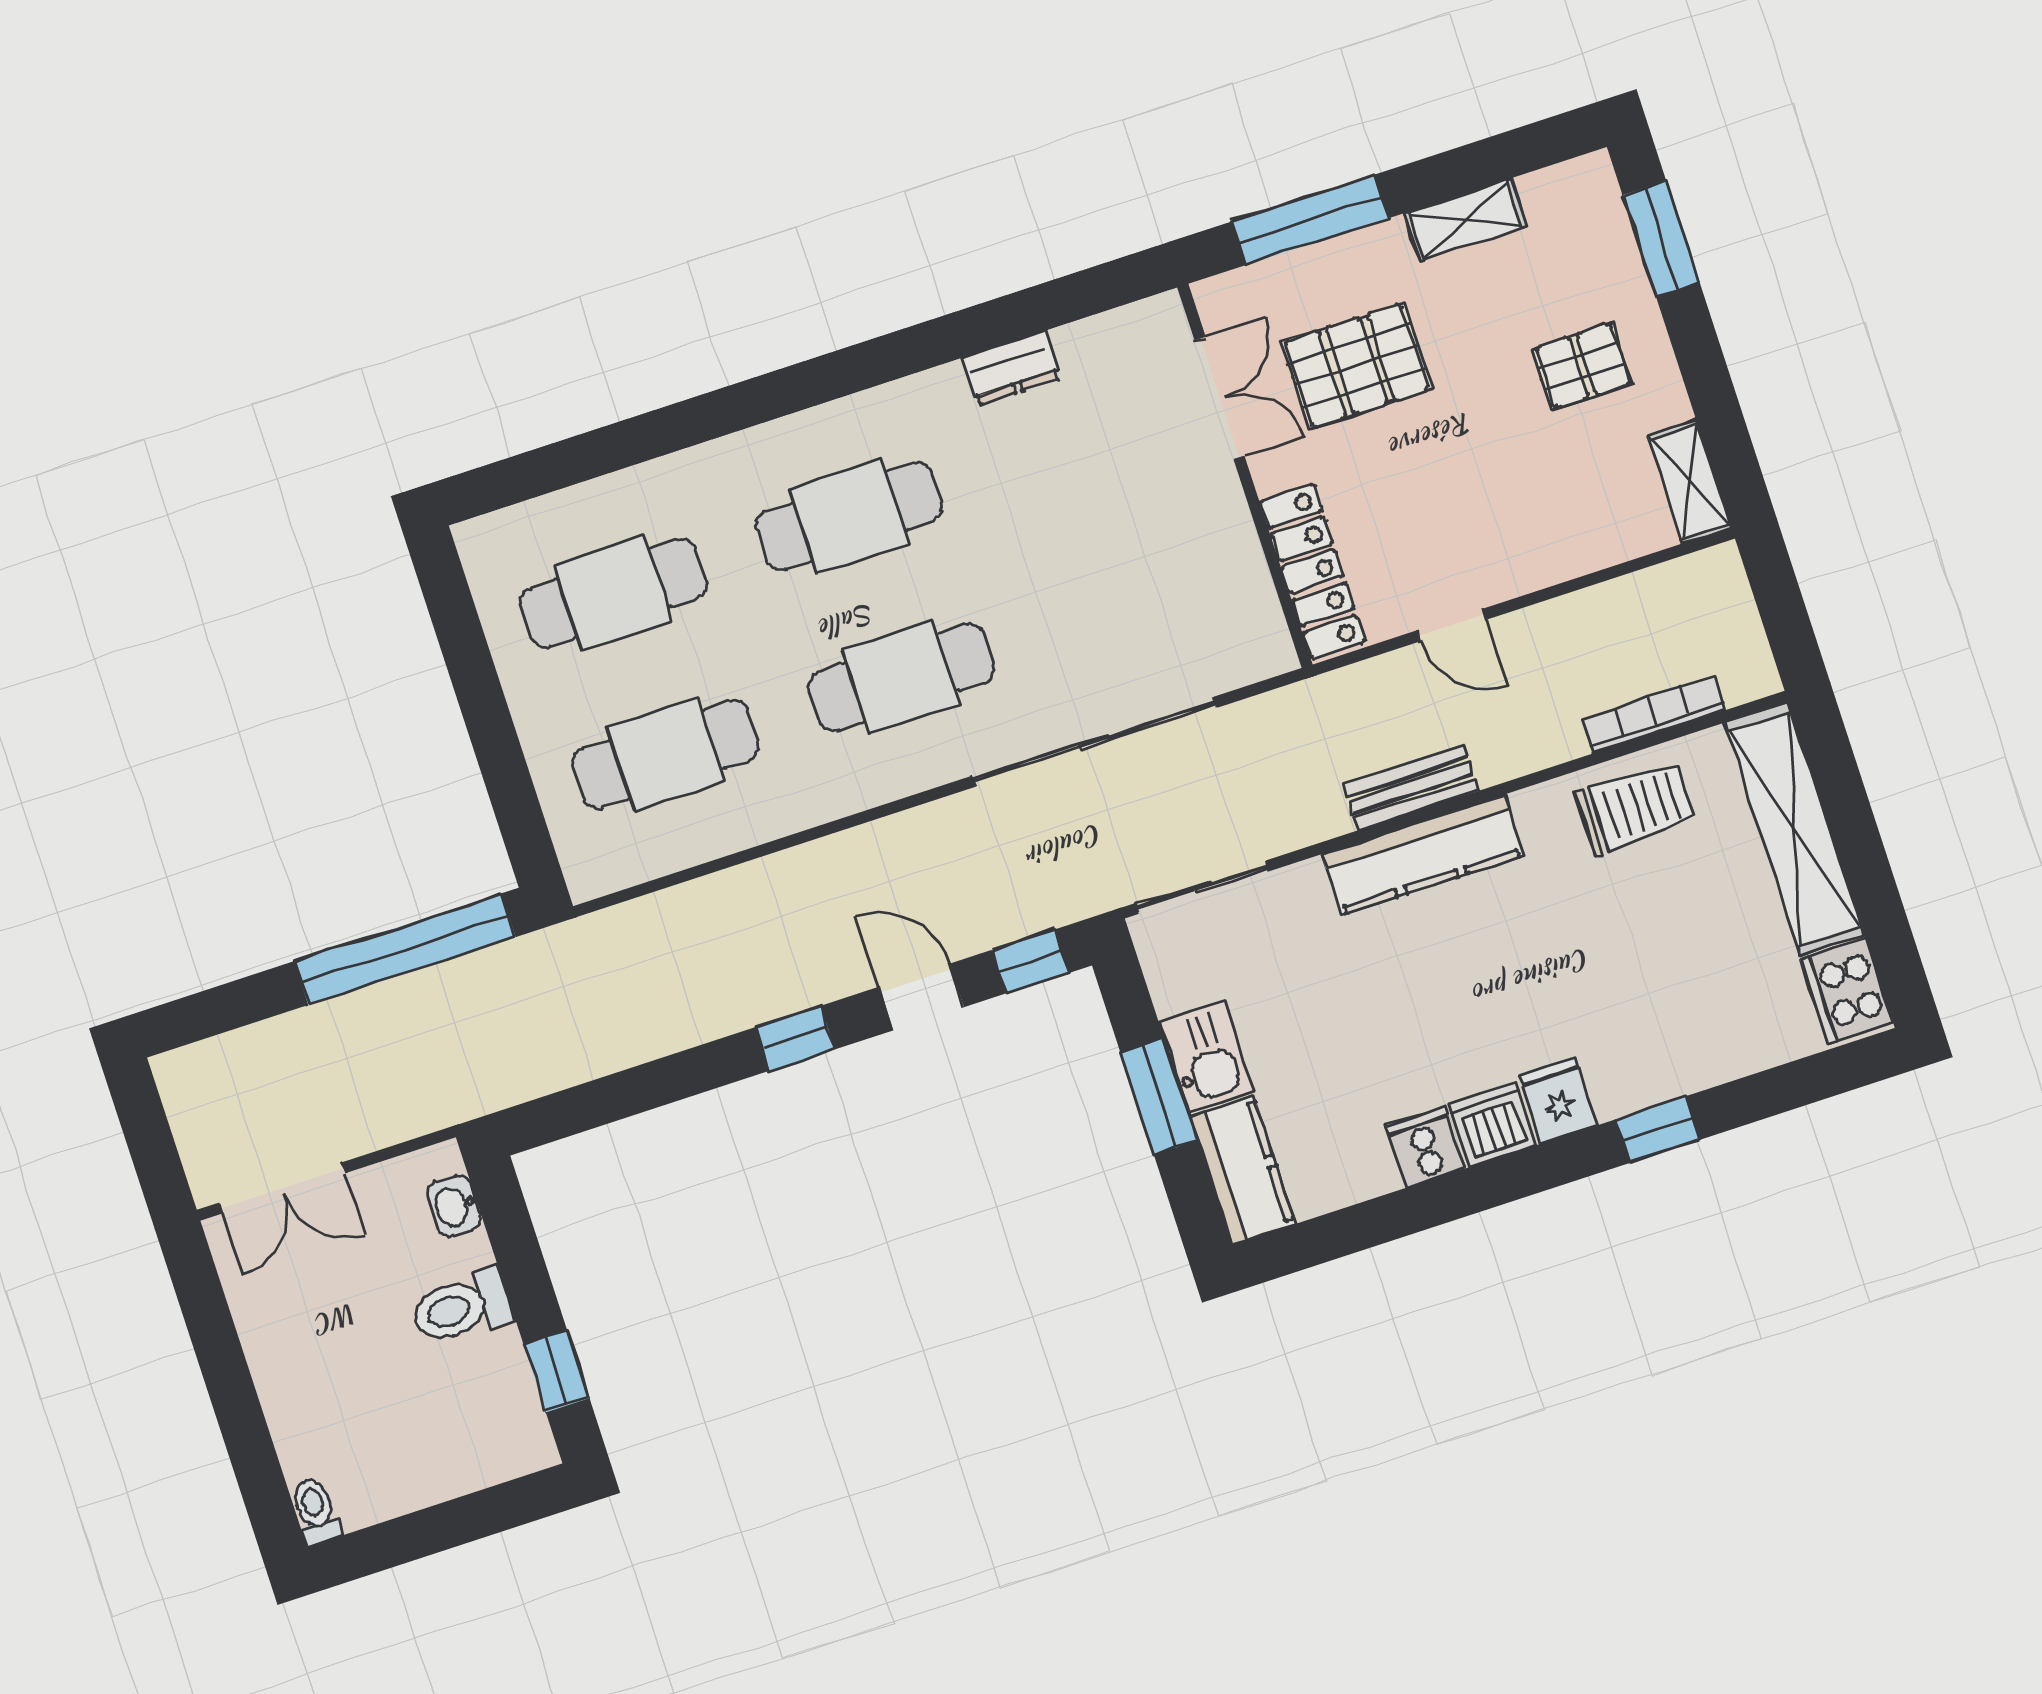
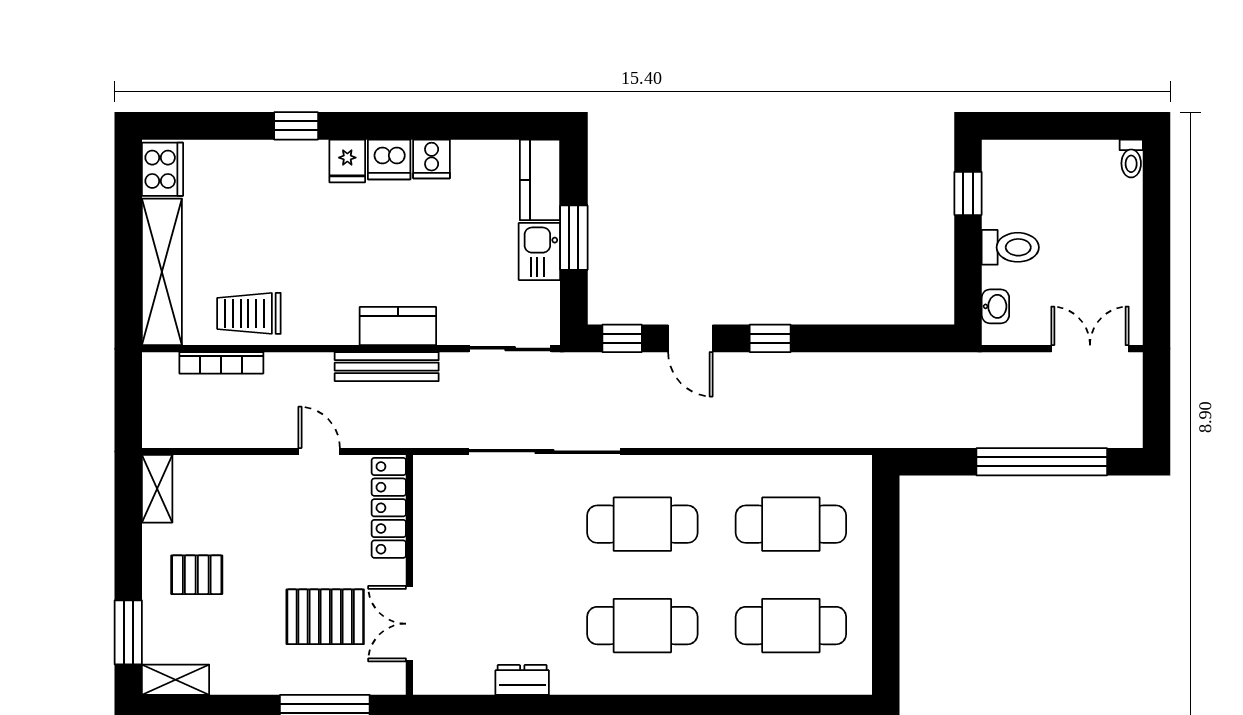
shelving: (1466, 220) -> (176, 680), moved
bench: (1411, 787) -> (387, 367), width x1.36
kitchen counter: (1423, 855) -> (398, 326), width x0.67
window: (405, 949) -> (1042, 462), moved

